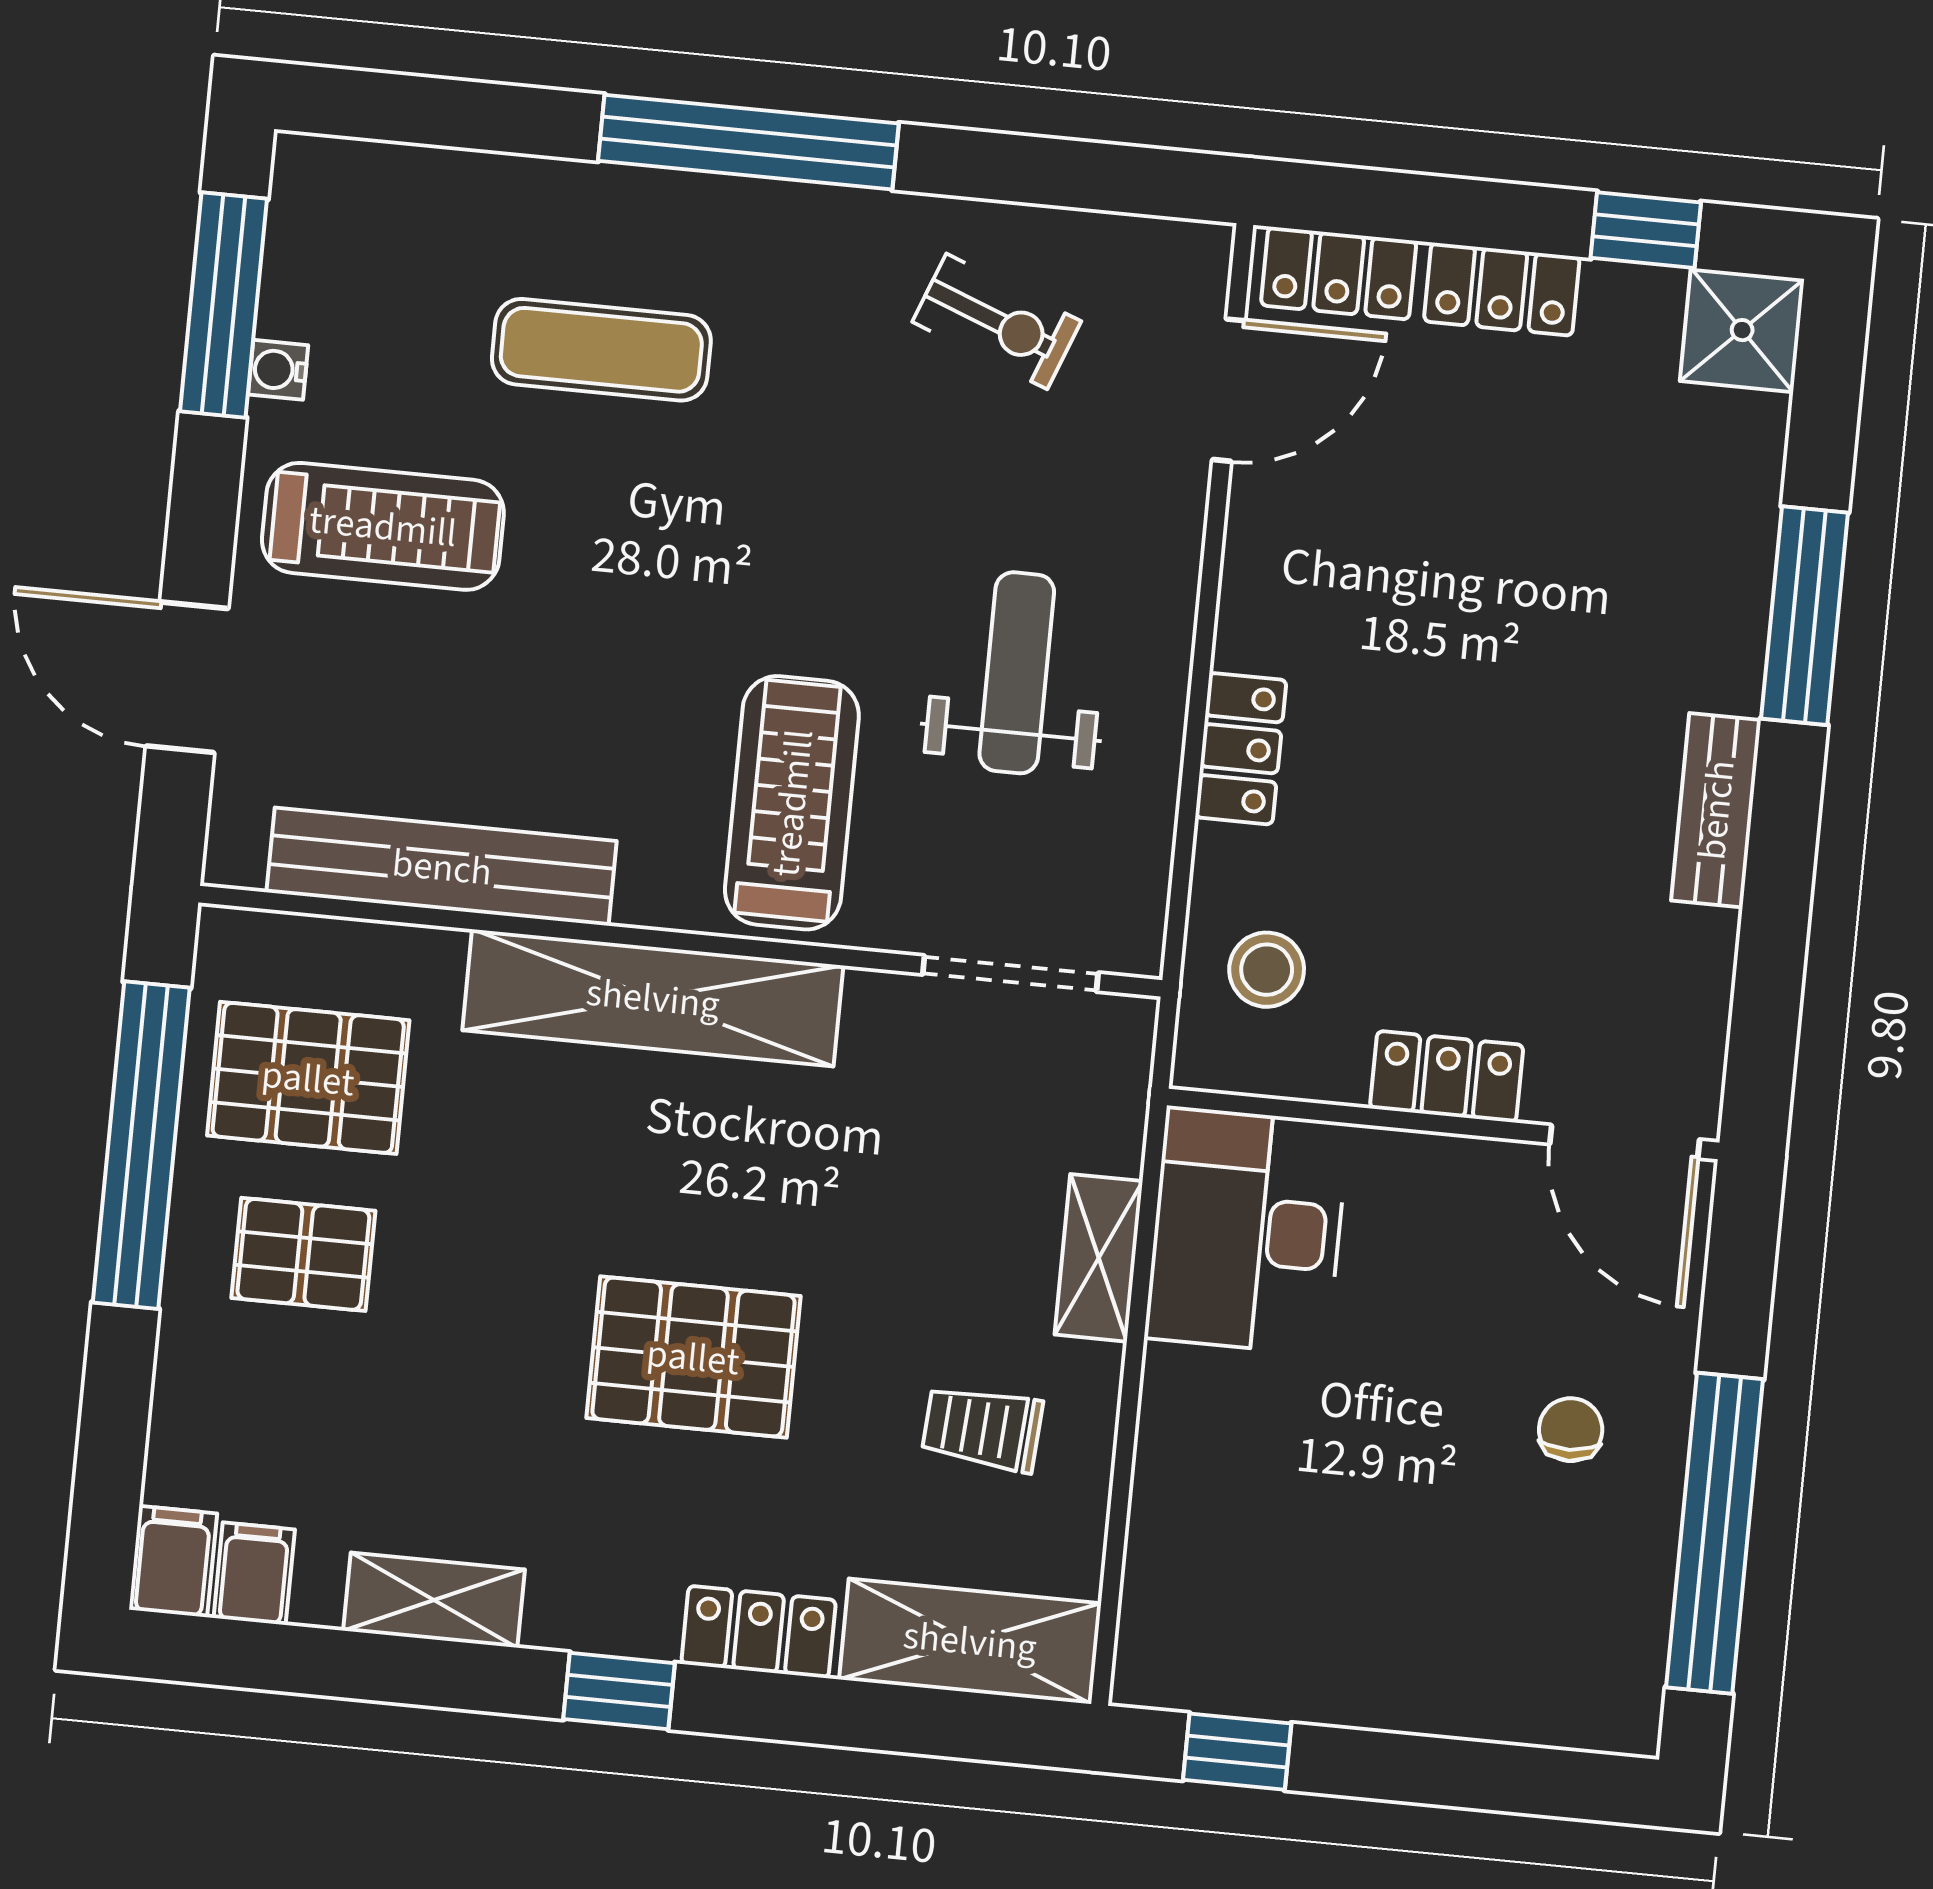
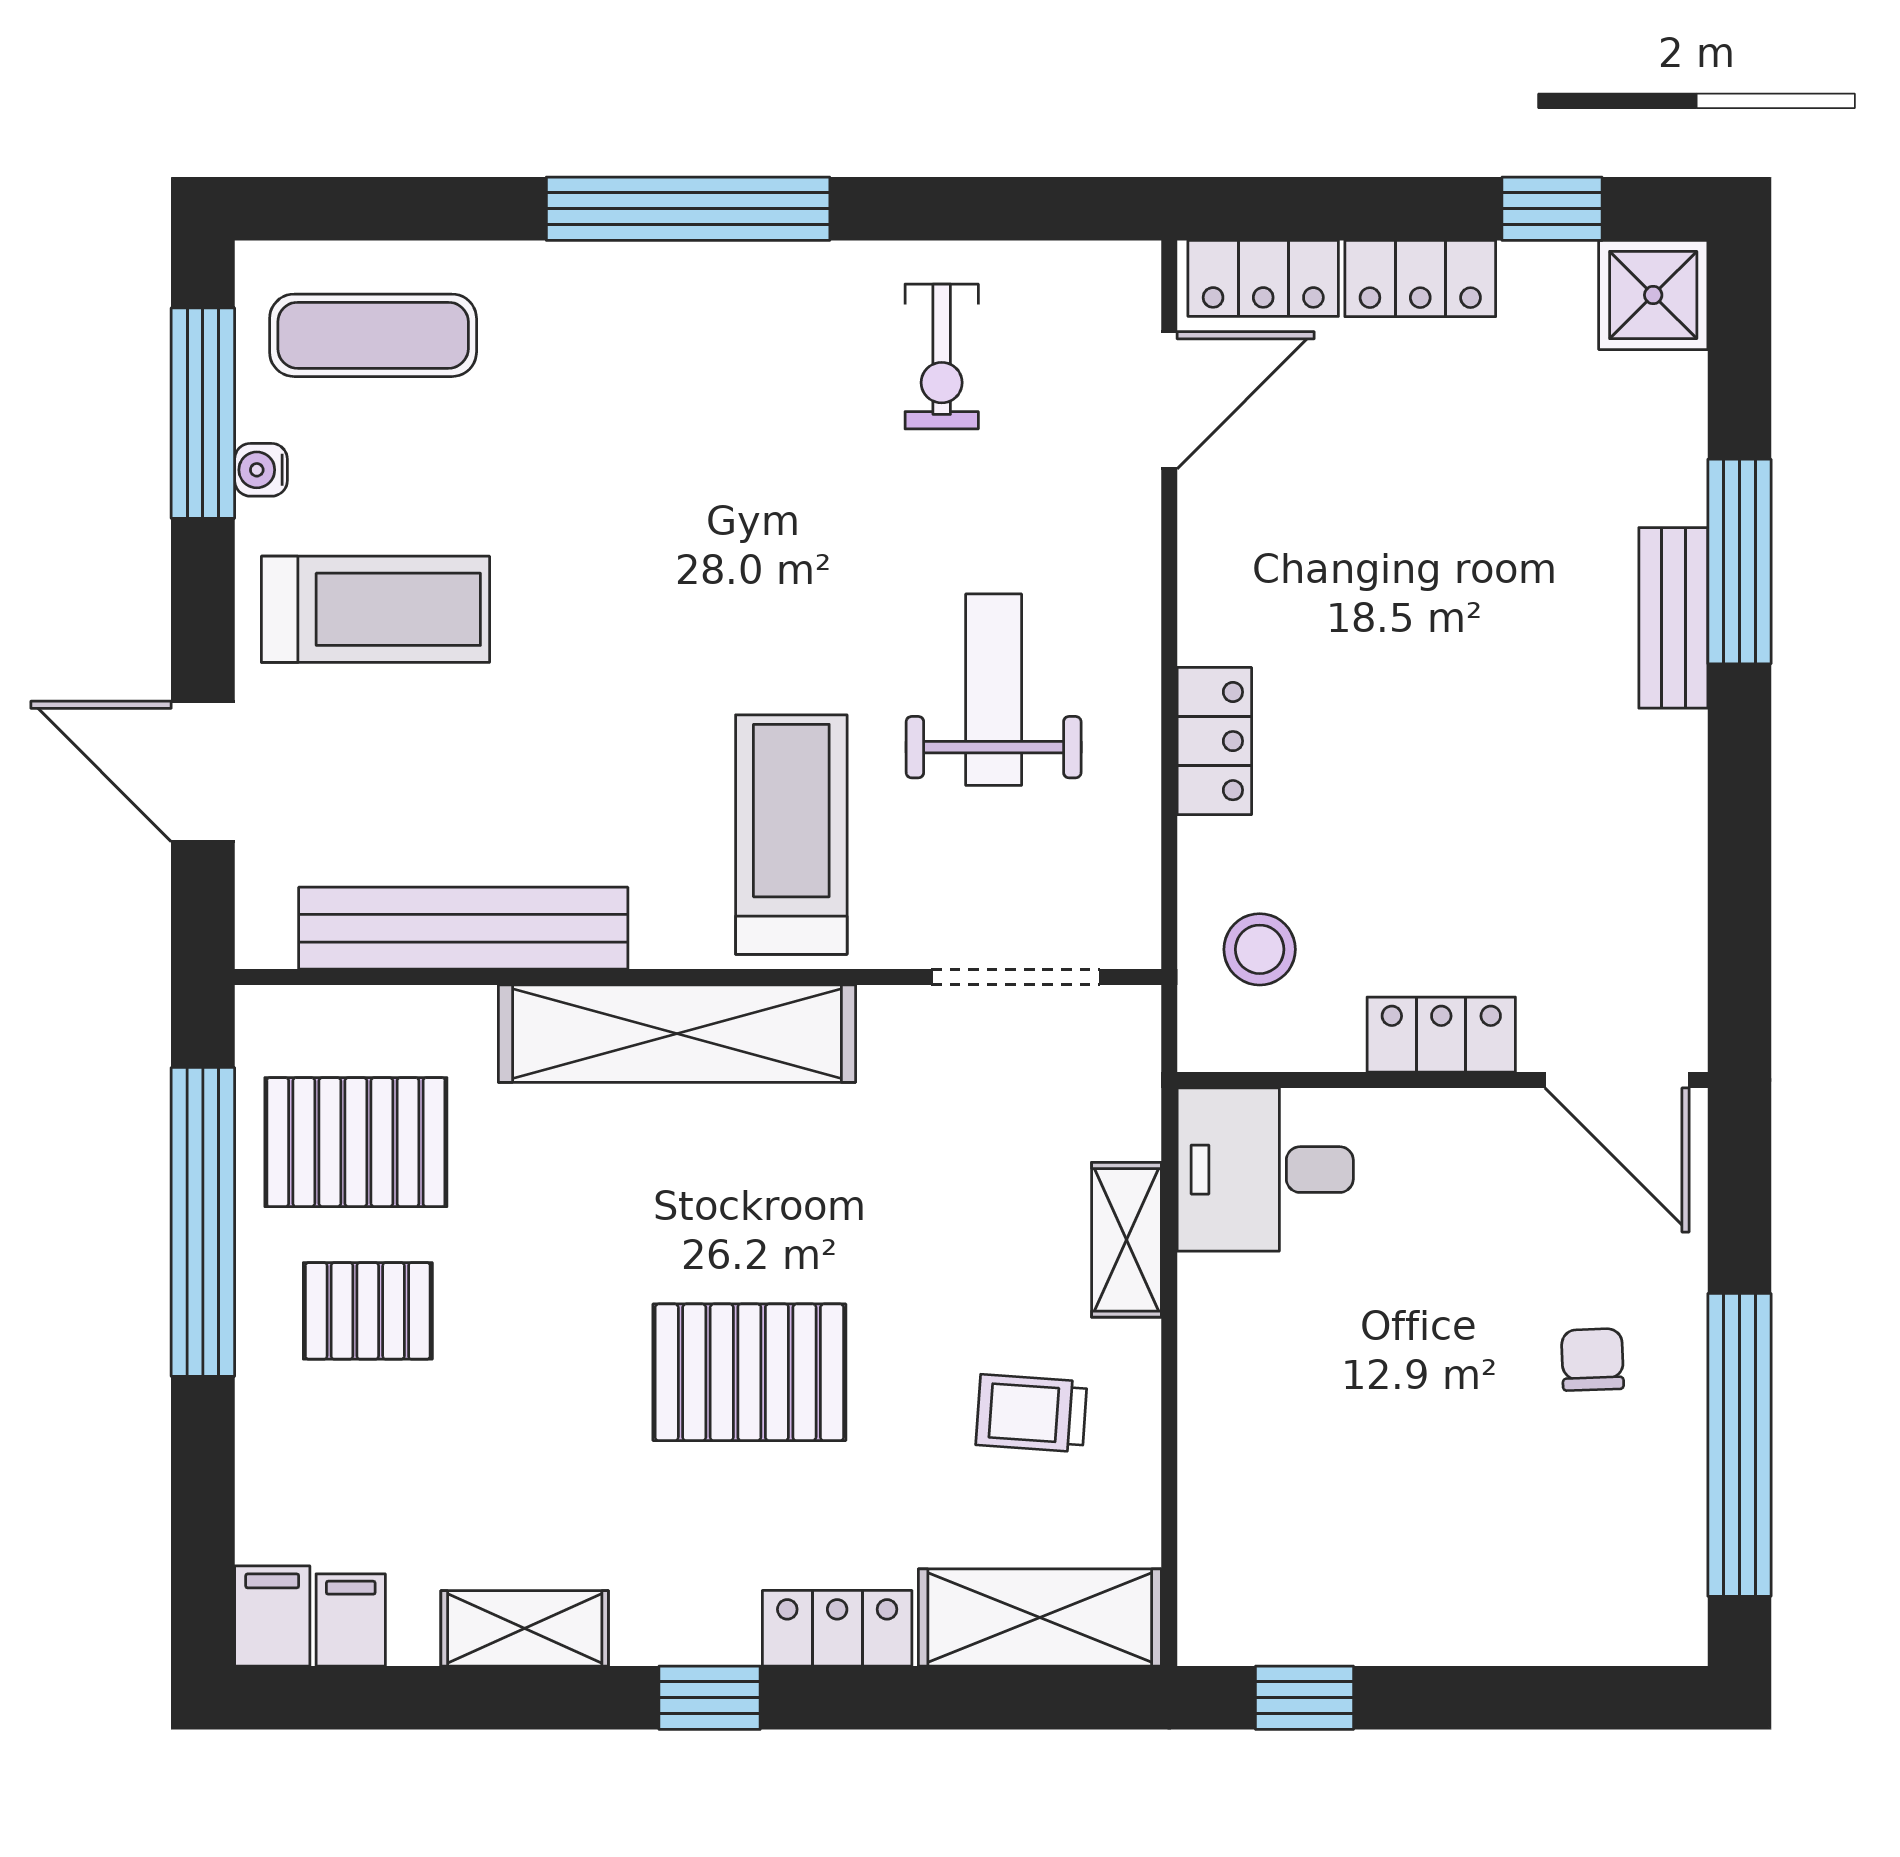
exercise bike: (997, 321) -> (942, 357), turned 69
exercise mat: (601, 350) -> (373, 335), moved
bench: (1716, 810) -> (1673, 618), moved
desk: (1247, 1231) -> (1265, 1170), width x0.73

